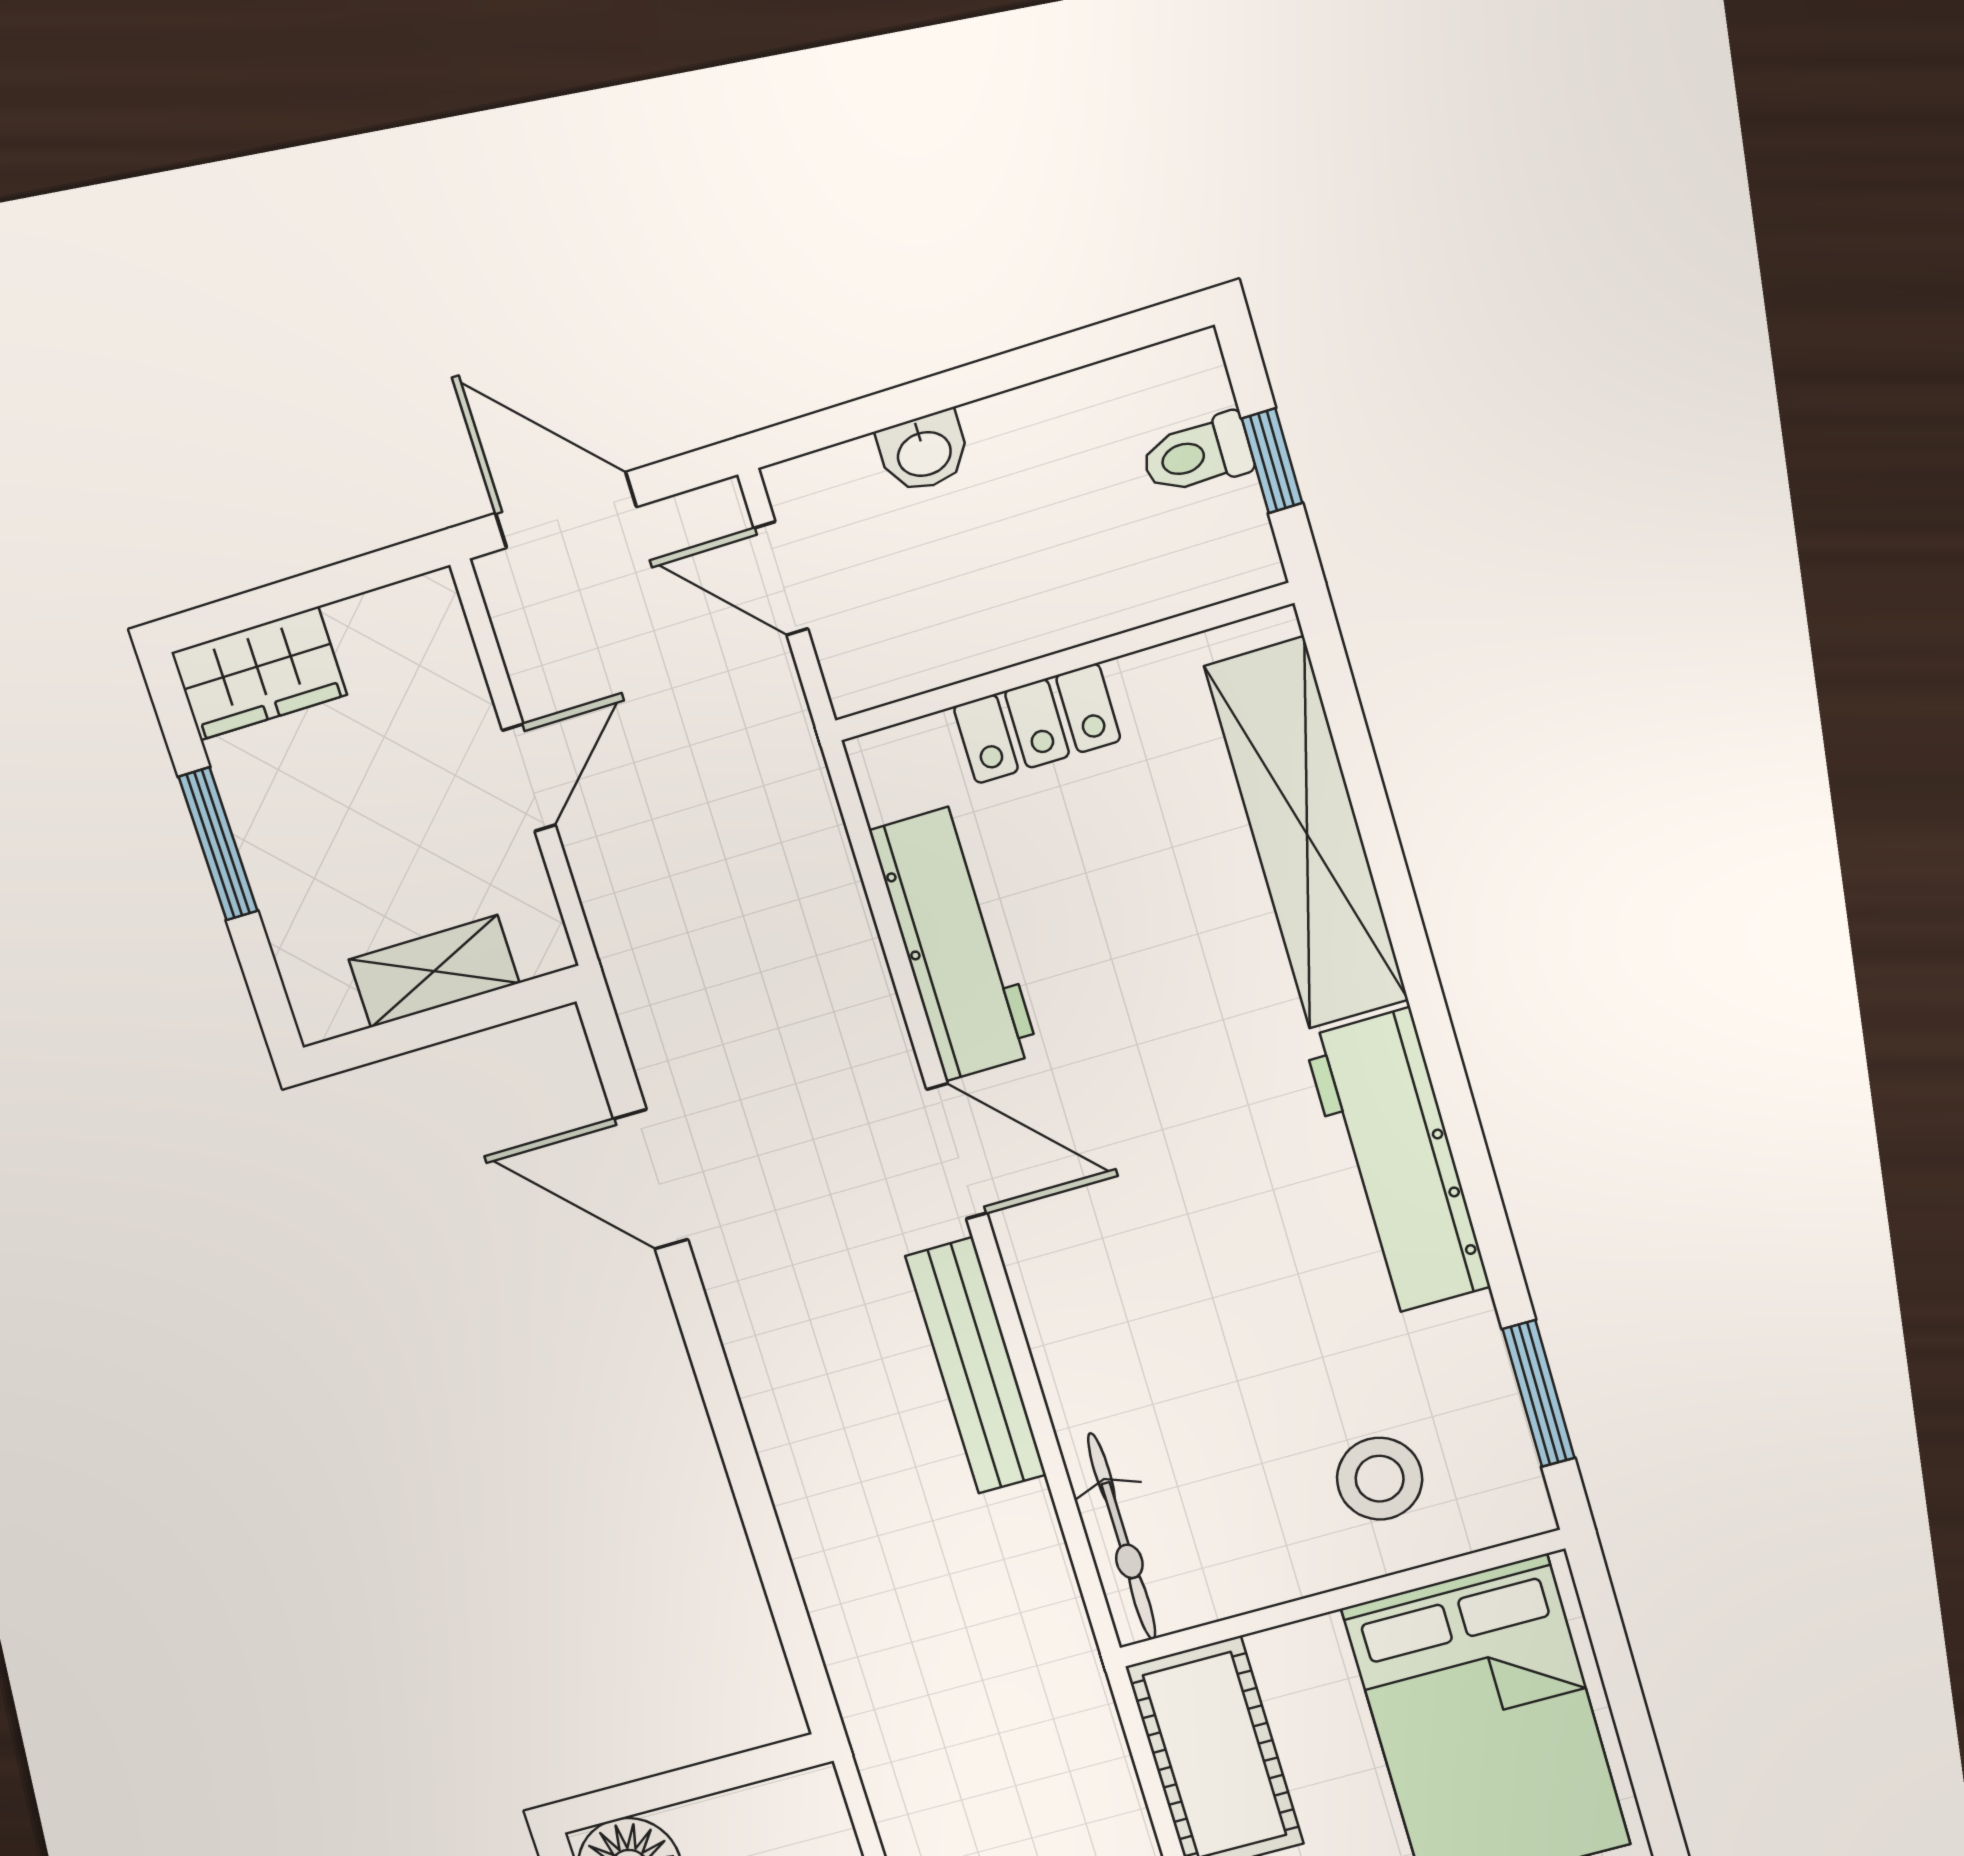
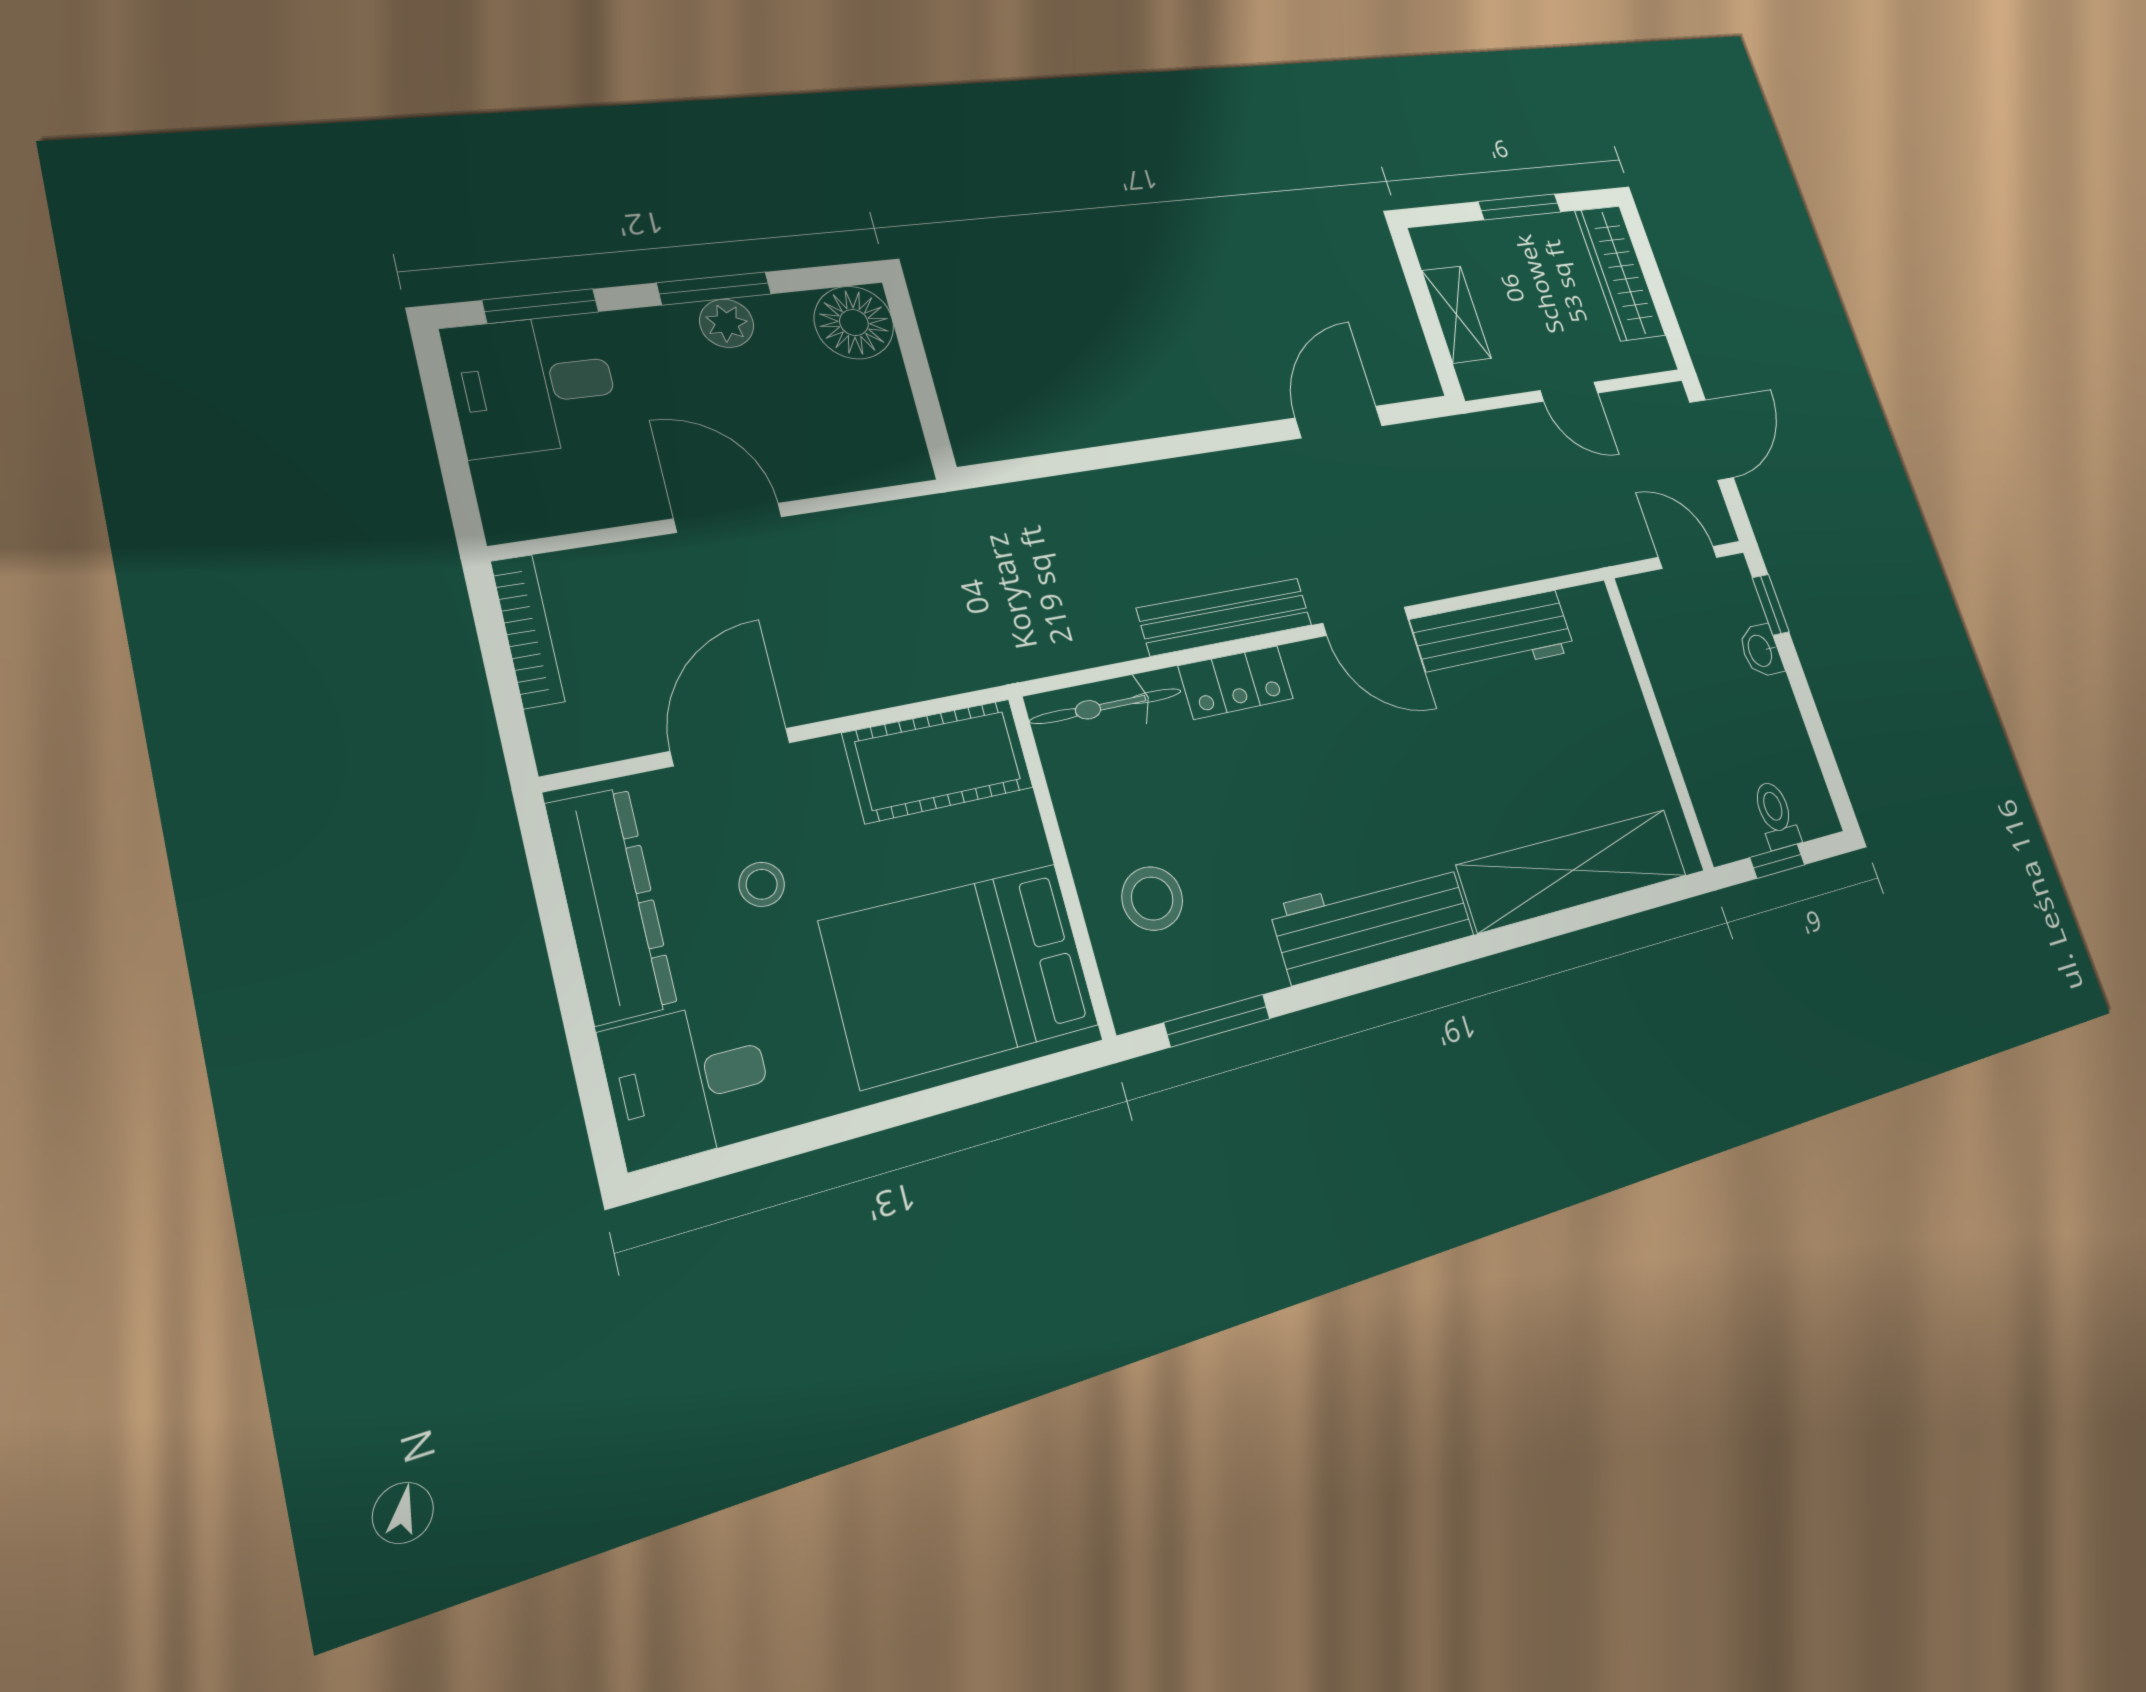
window: (842, 423) -> (1771, 605), added
door: (781, 578) -> (1688, 557), hinge flipped
wardrobe: (259, 674) -> (1620, 273), width x1.50
locker: (1037, 723) -> (1236, 682), moved, turned -90
door: (957, 1151) -> (1366, 621), hinge flipped

